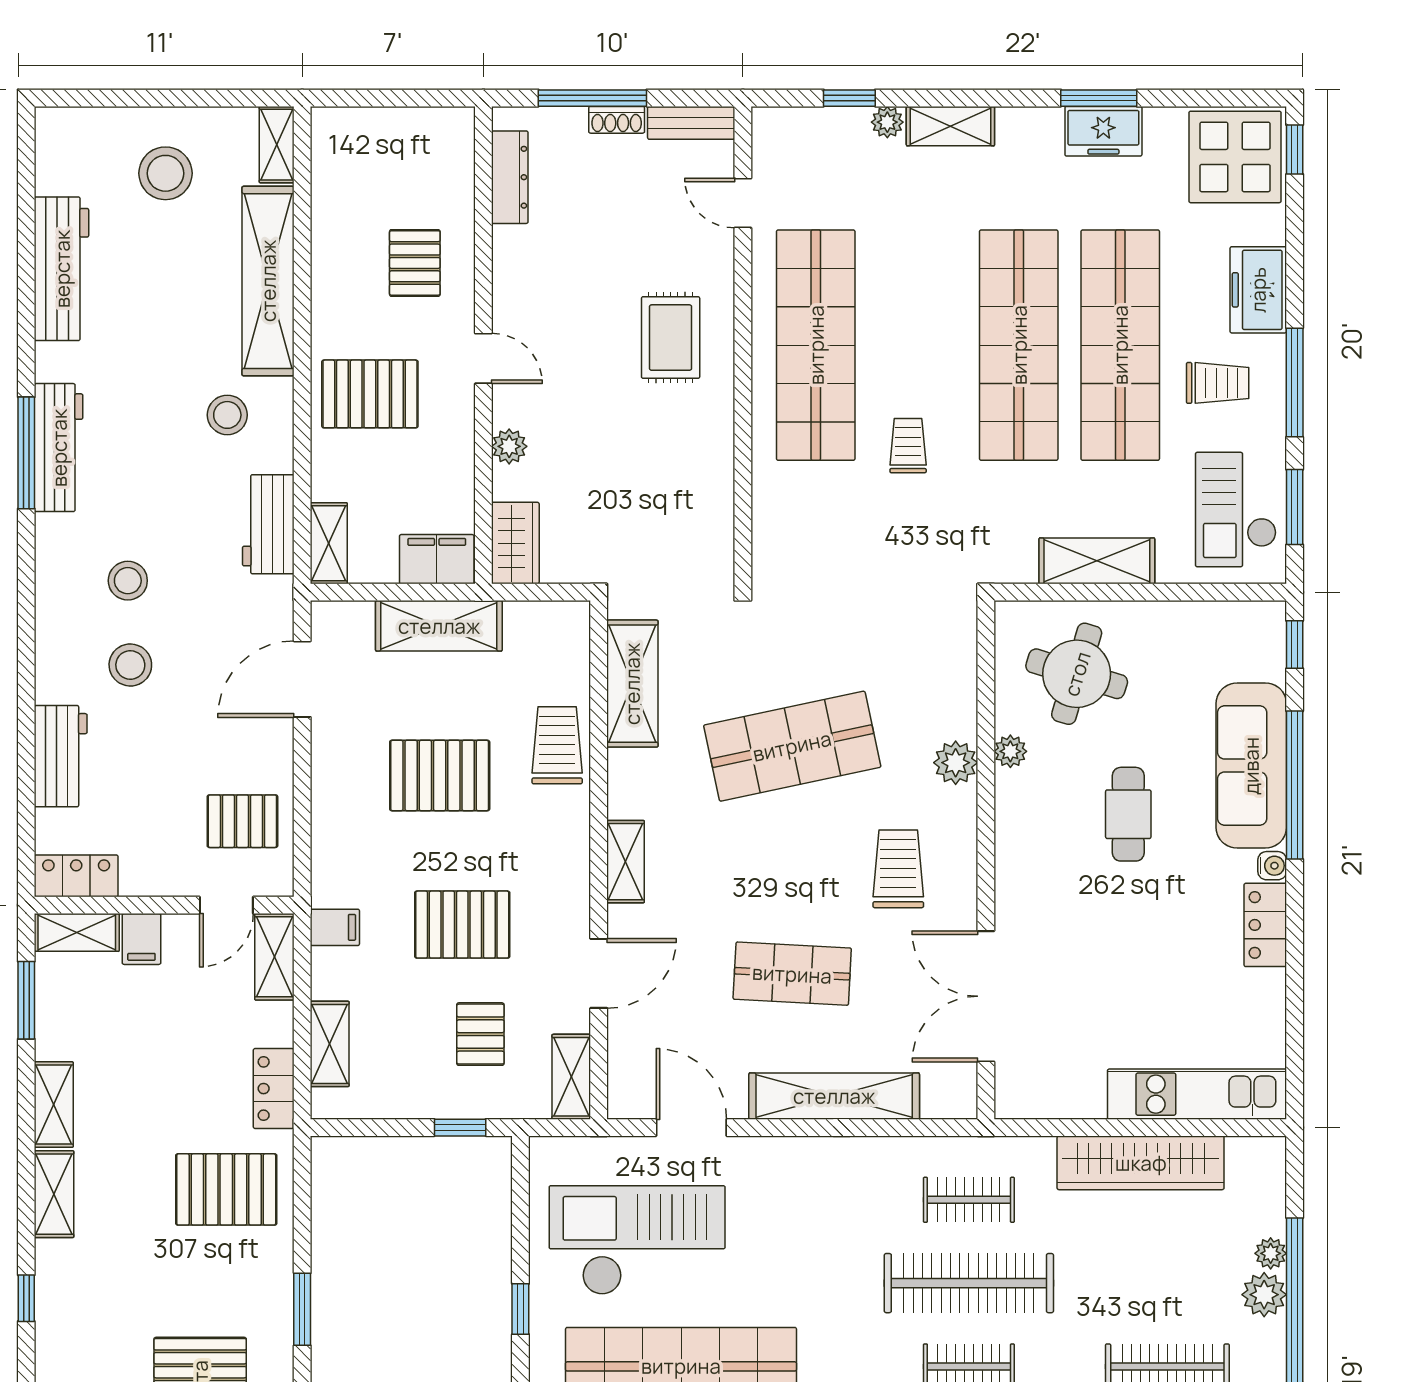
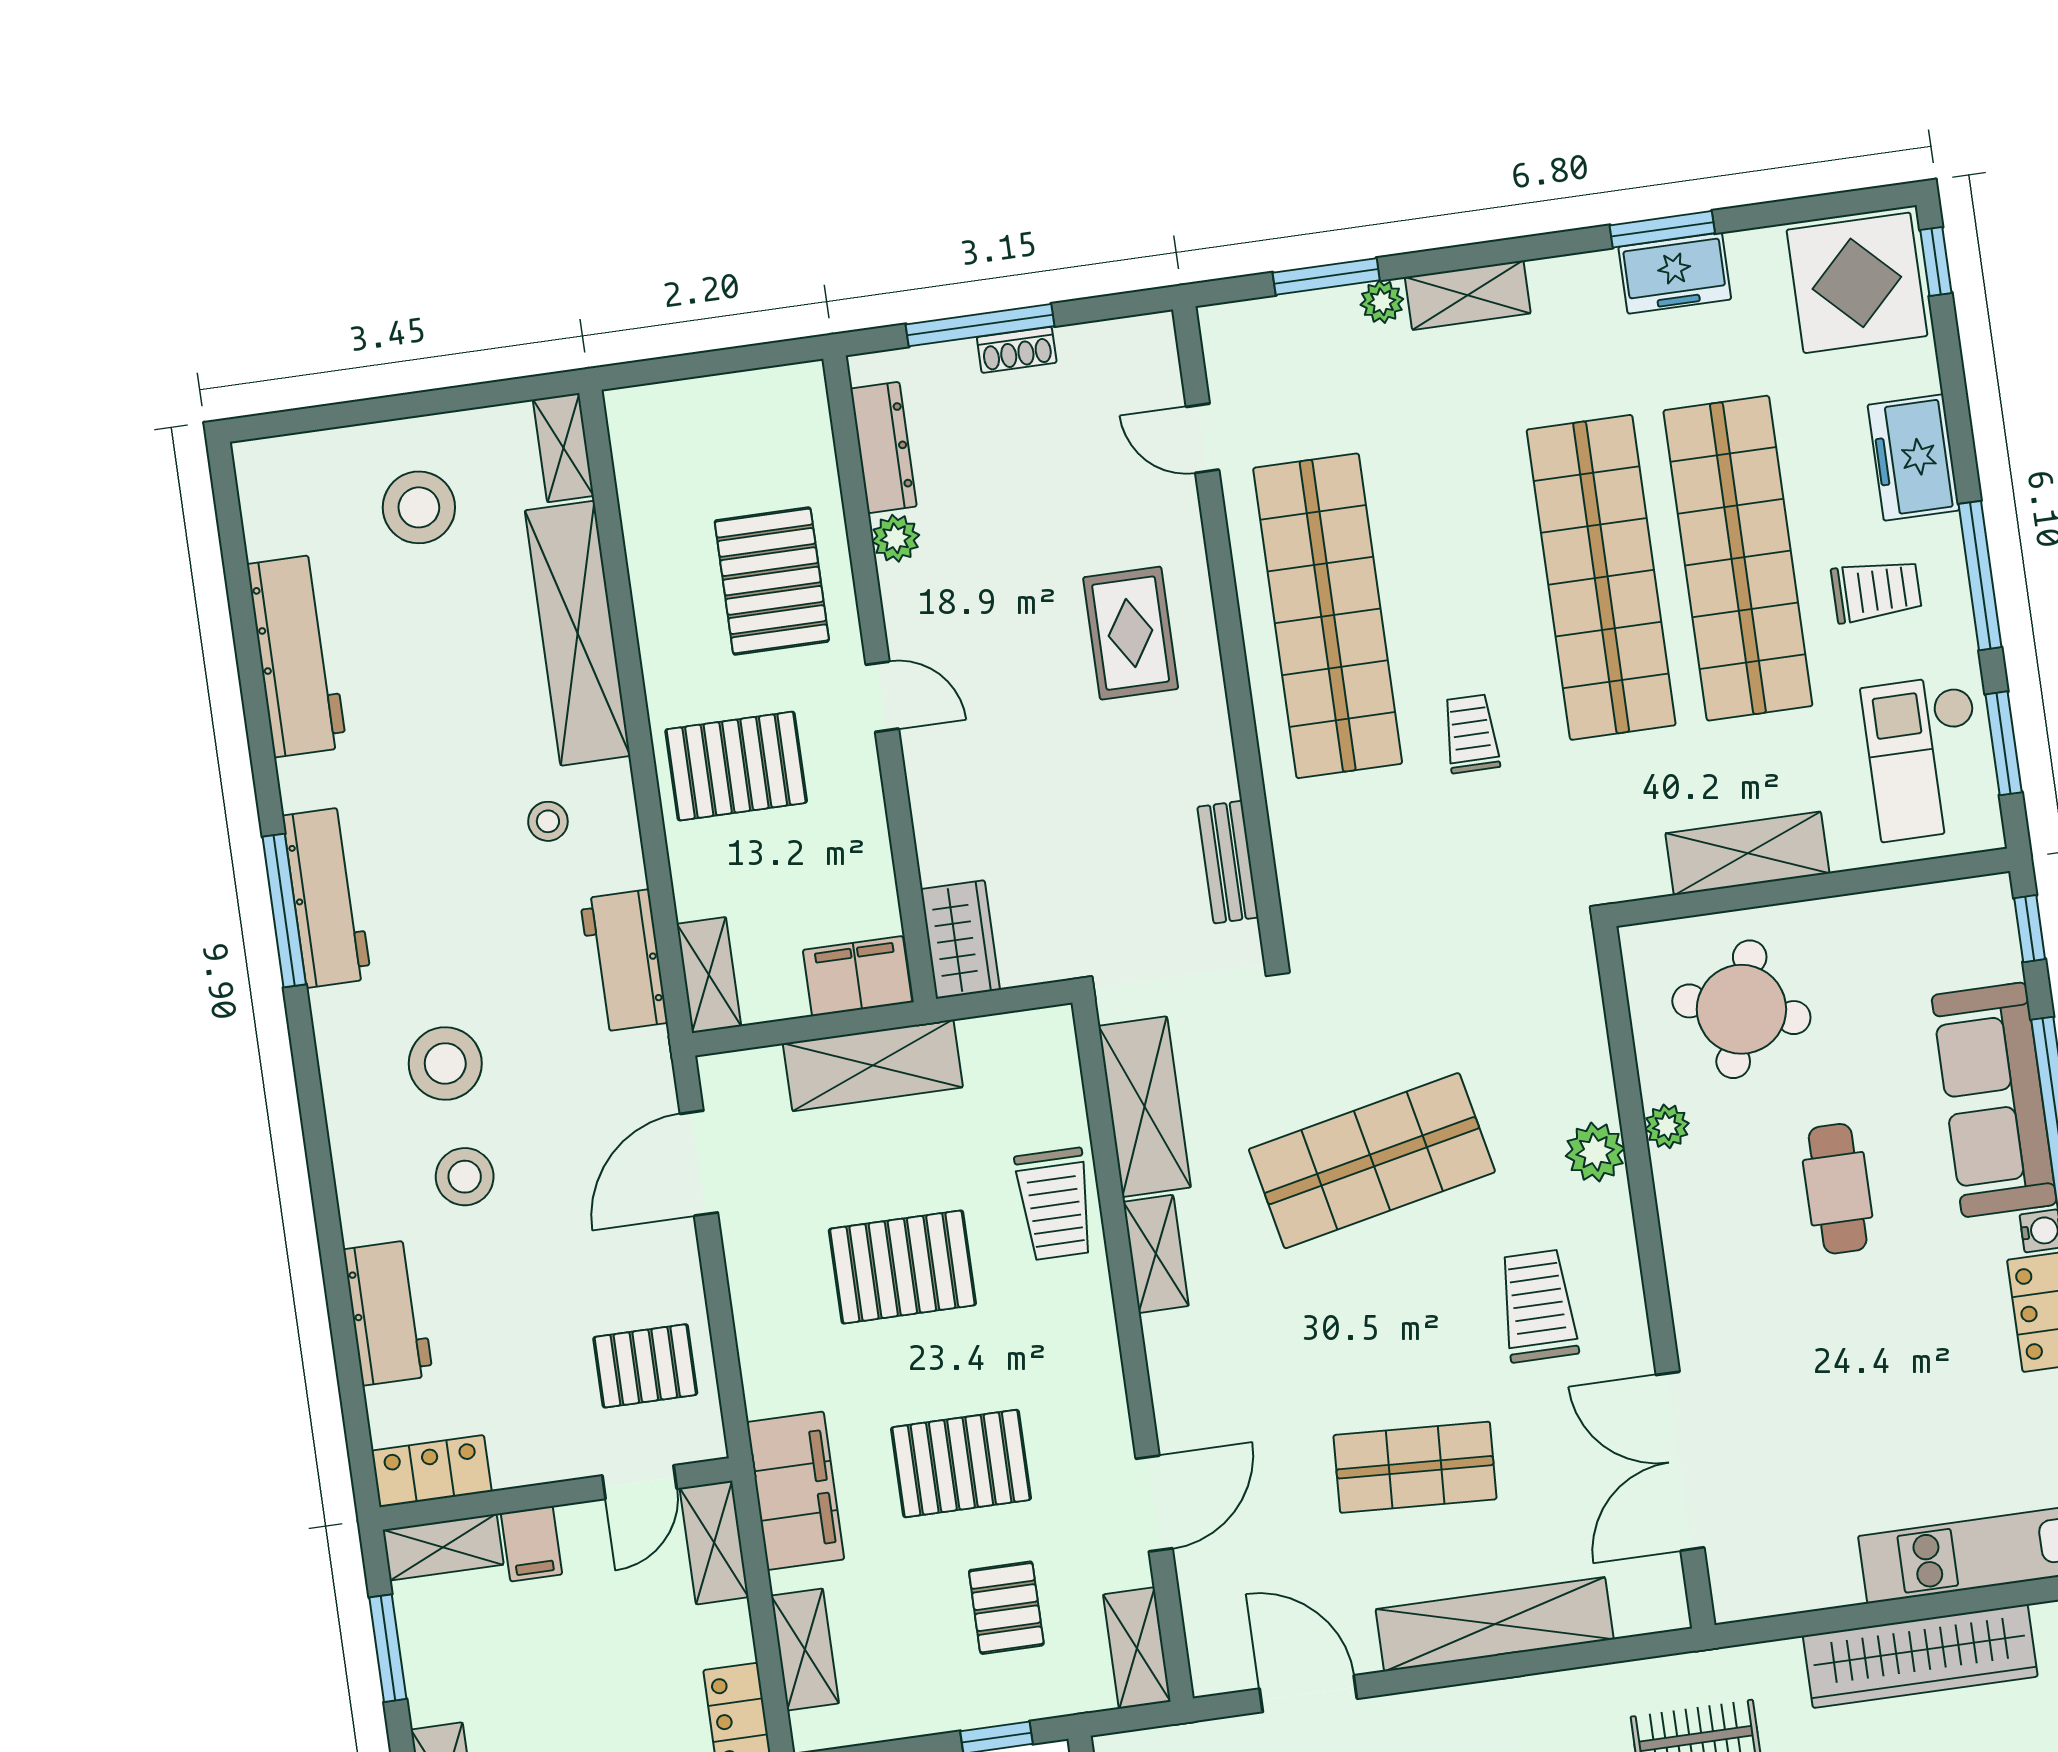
window: (849, 98) -> (1326, 276), width x1.50
bench: (691, 123) -> (1228, 862), moved, turned 90
pallet: (415, 263) -> (772, 581), width x1.50, depth x1.42
stool: (227, 415) -> (548, 821), width x0.73, depth x0.73
plant: (509, 446) -> (896, 538), moved
stool: (128, 581) -> (445, 1063), width x1.38, depth x1.38
trolley: (557, 745) -> (1055, 1204), turned 180
shelving: (626, 862) -> (1156, 1254), moved
filing cabinet: (335, 927) -> (795, 1491), width x3.00, depth x1.17

